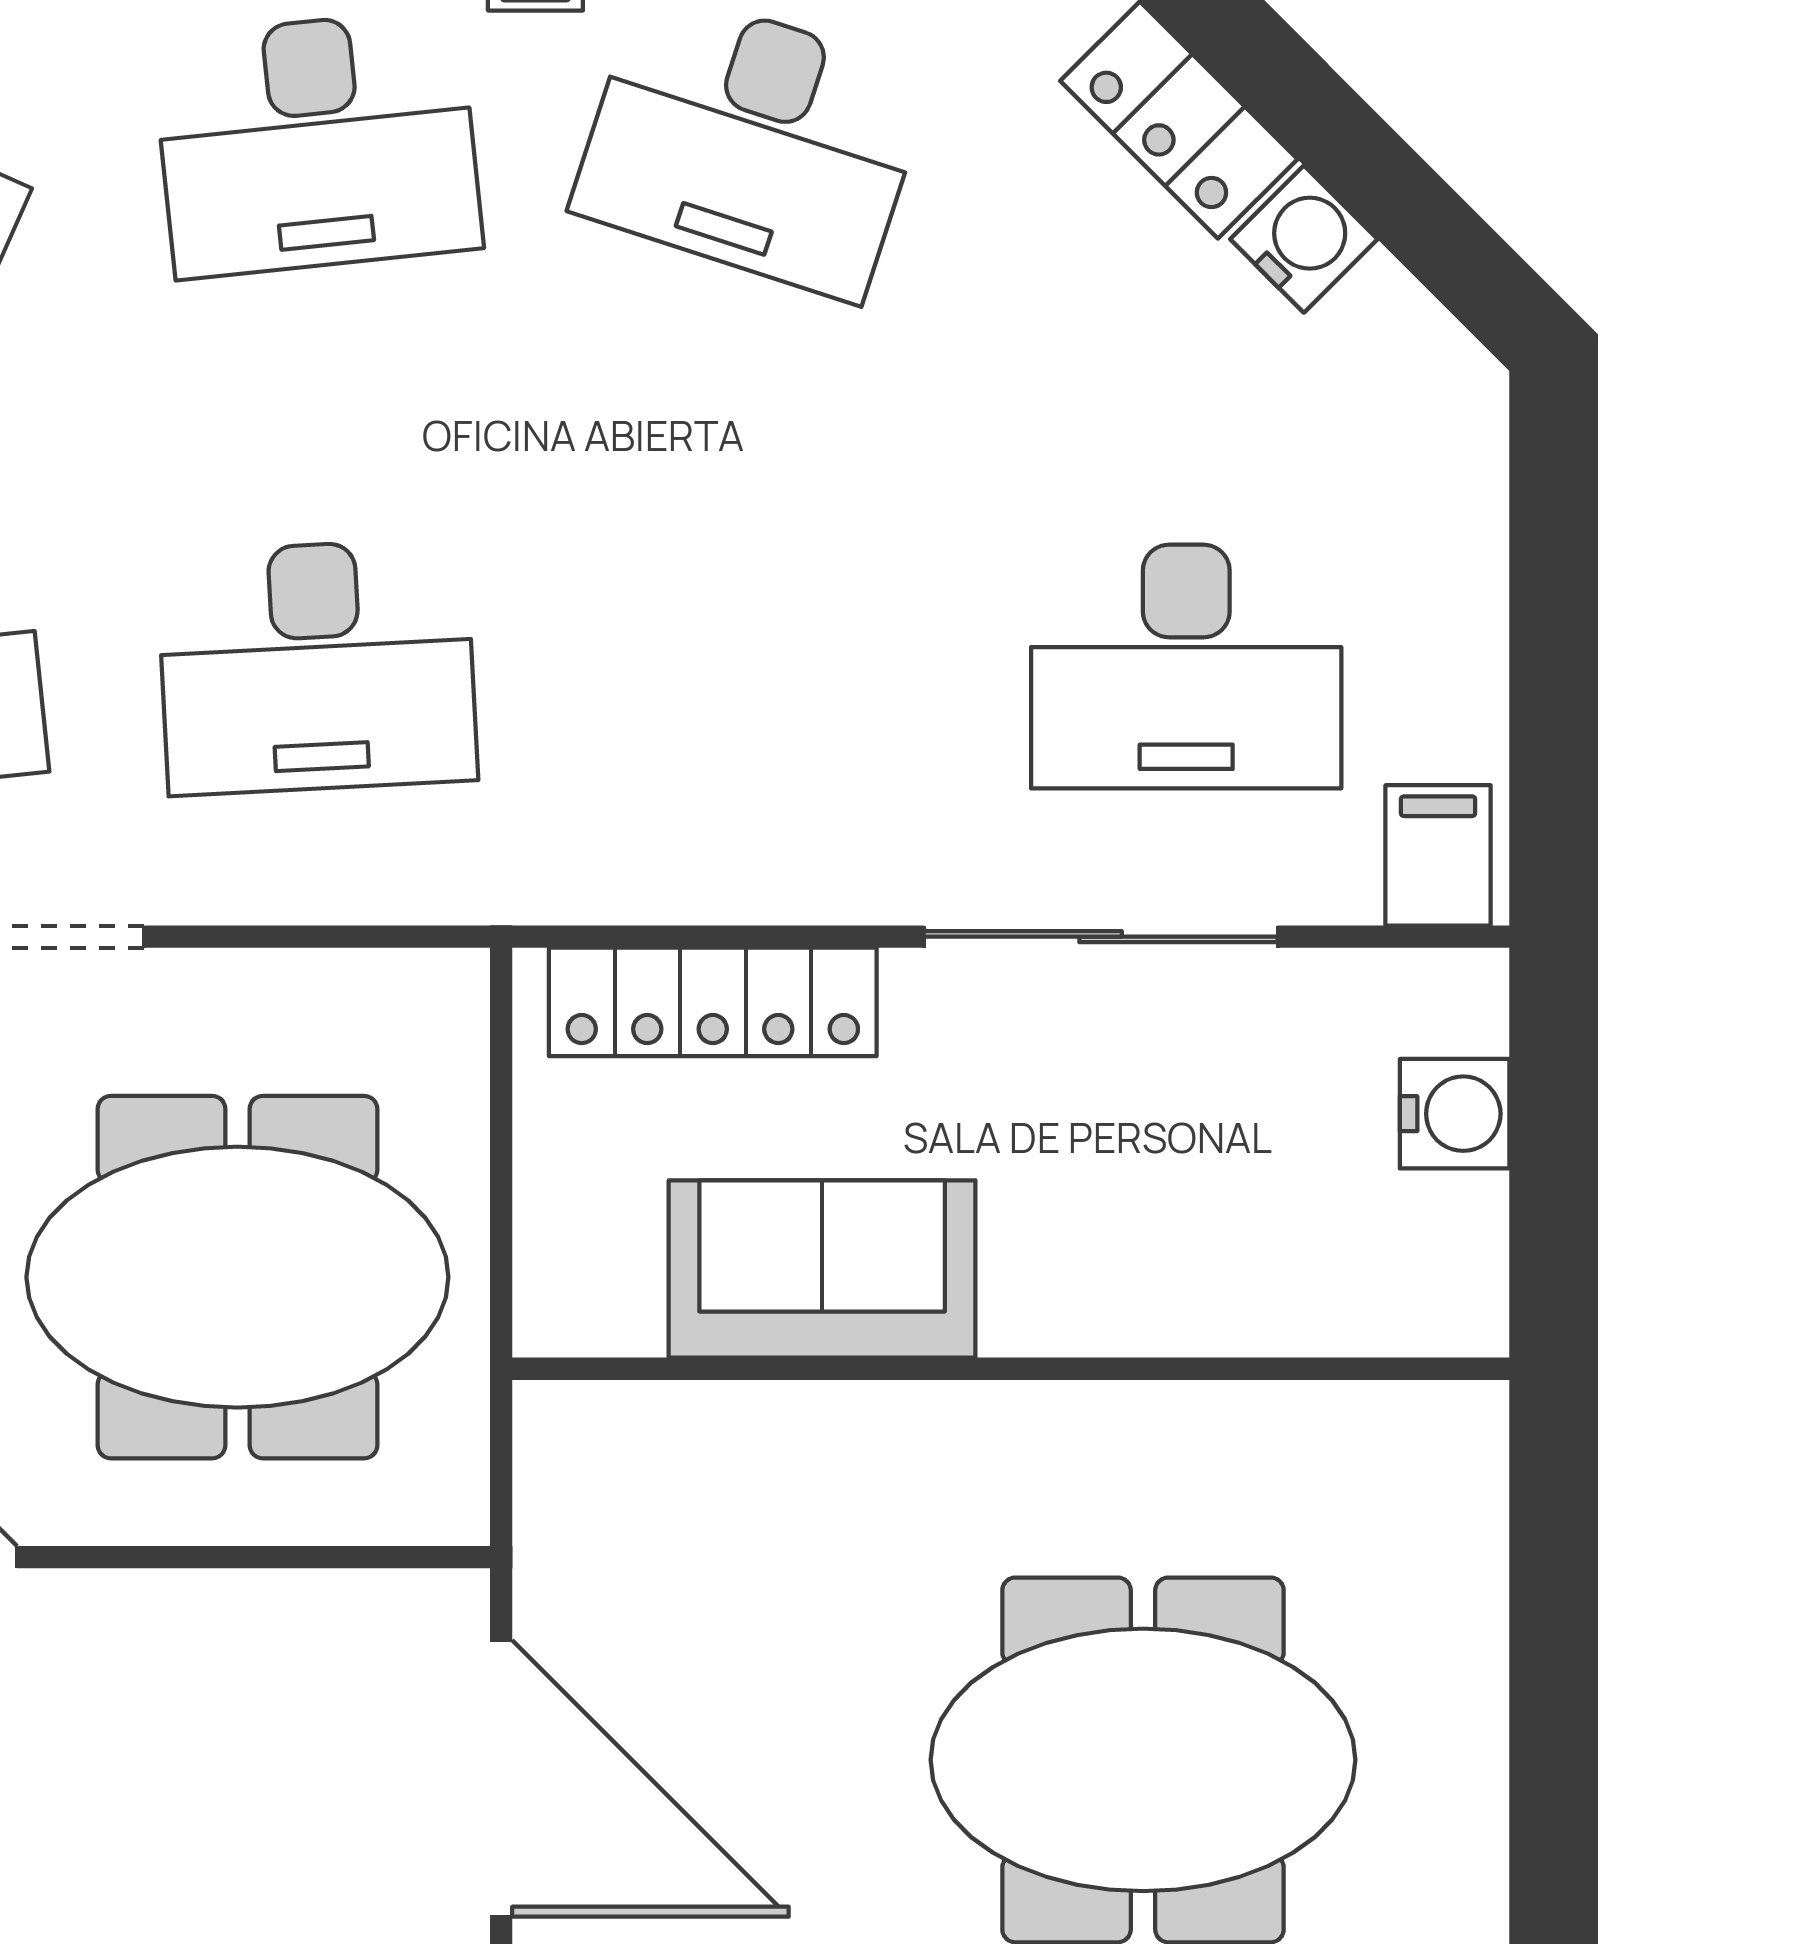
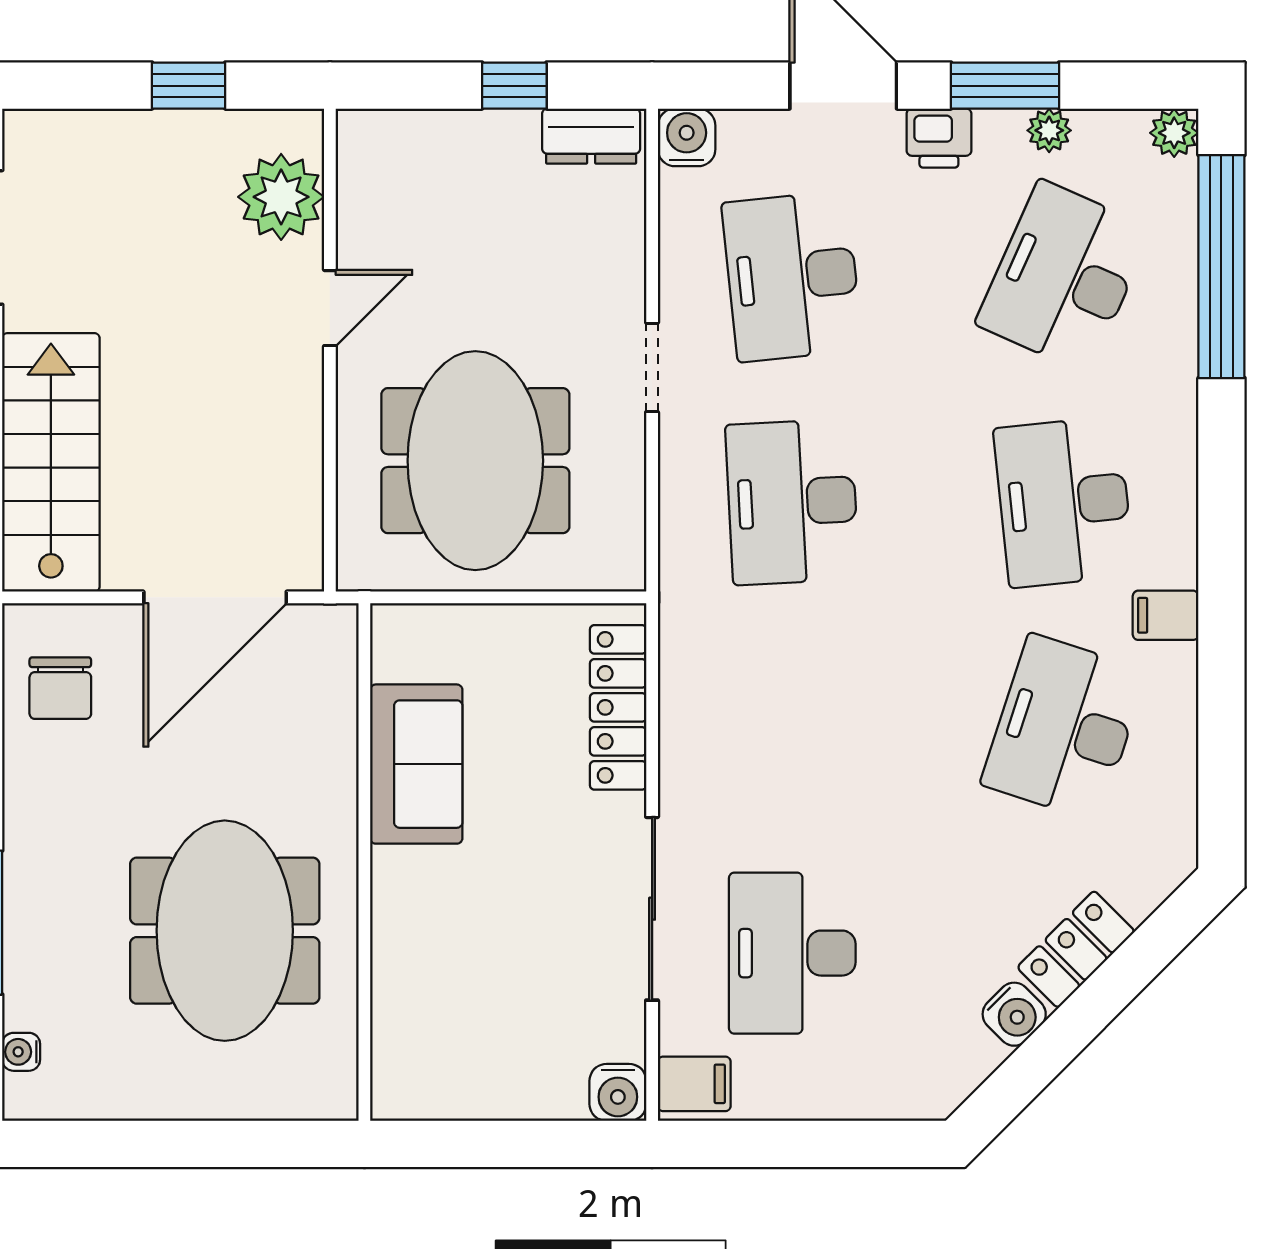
water cooler: (1455, 1114) -> (618, 1092), moved
sofa: (822, 1269) -> (416, 764), moved
wall: (1011, 1369) -> (364, 862), moved

